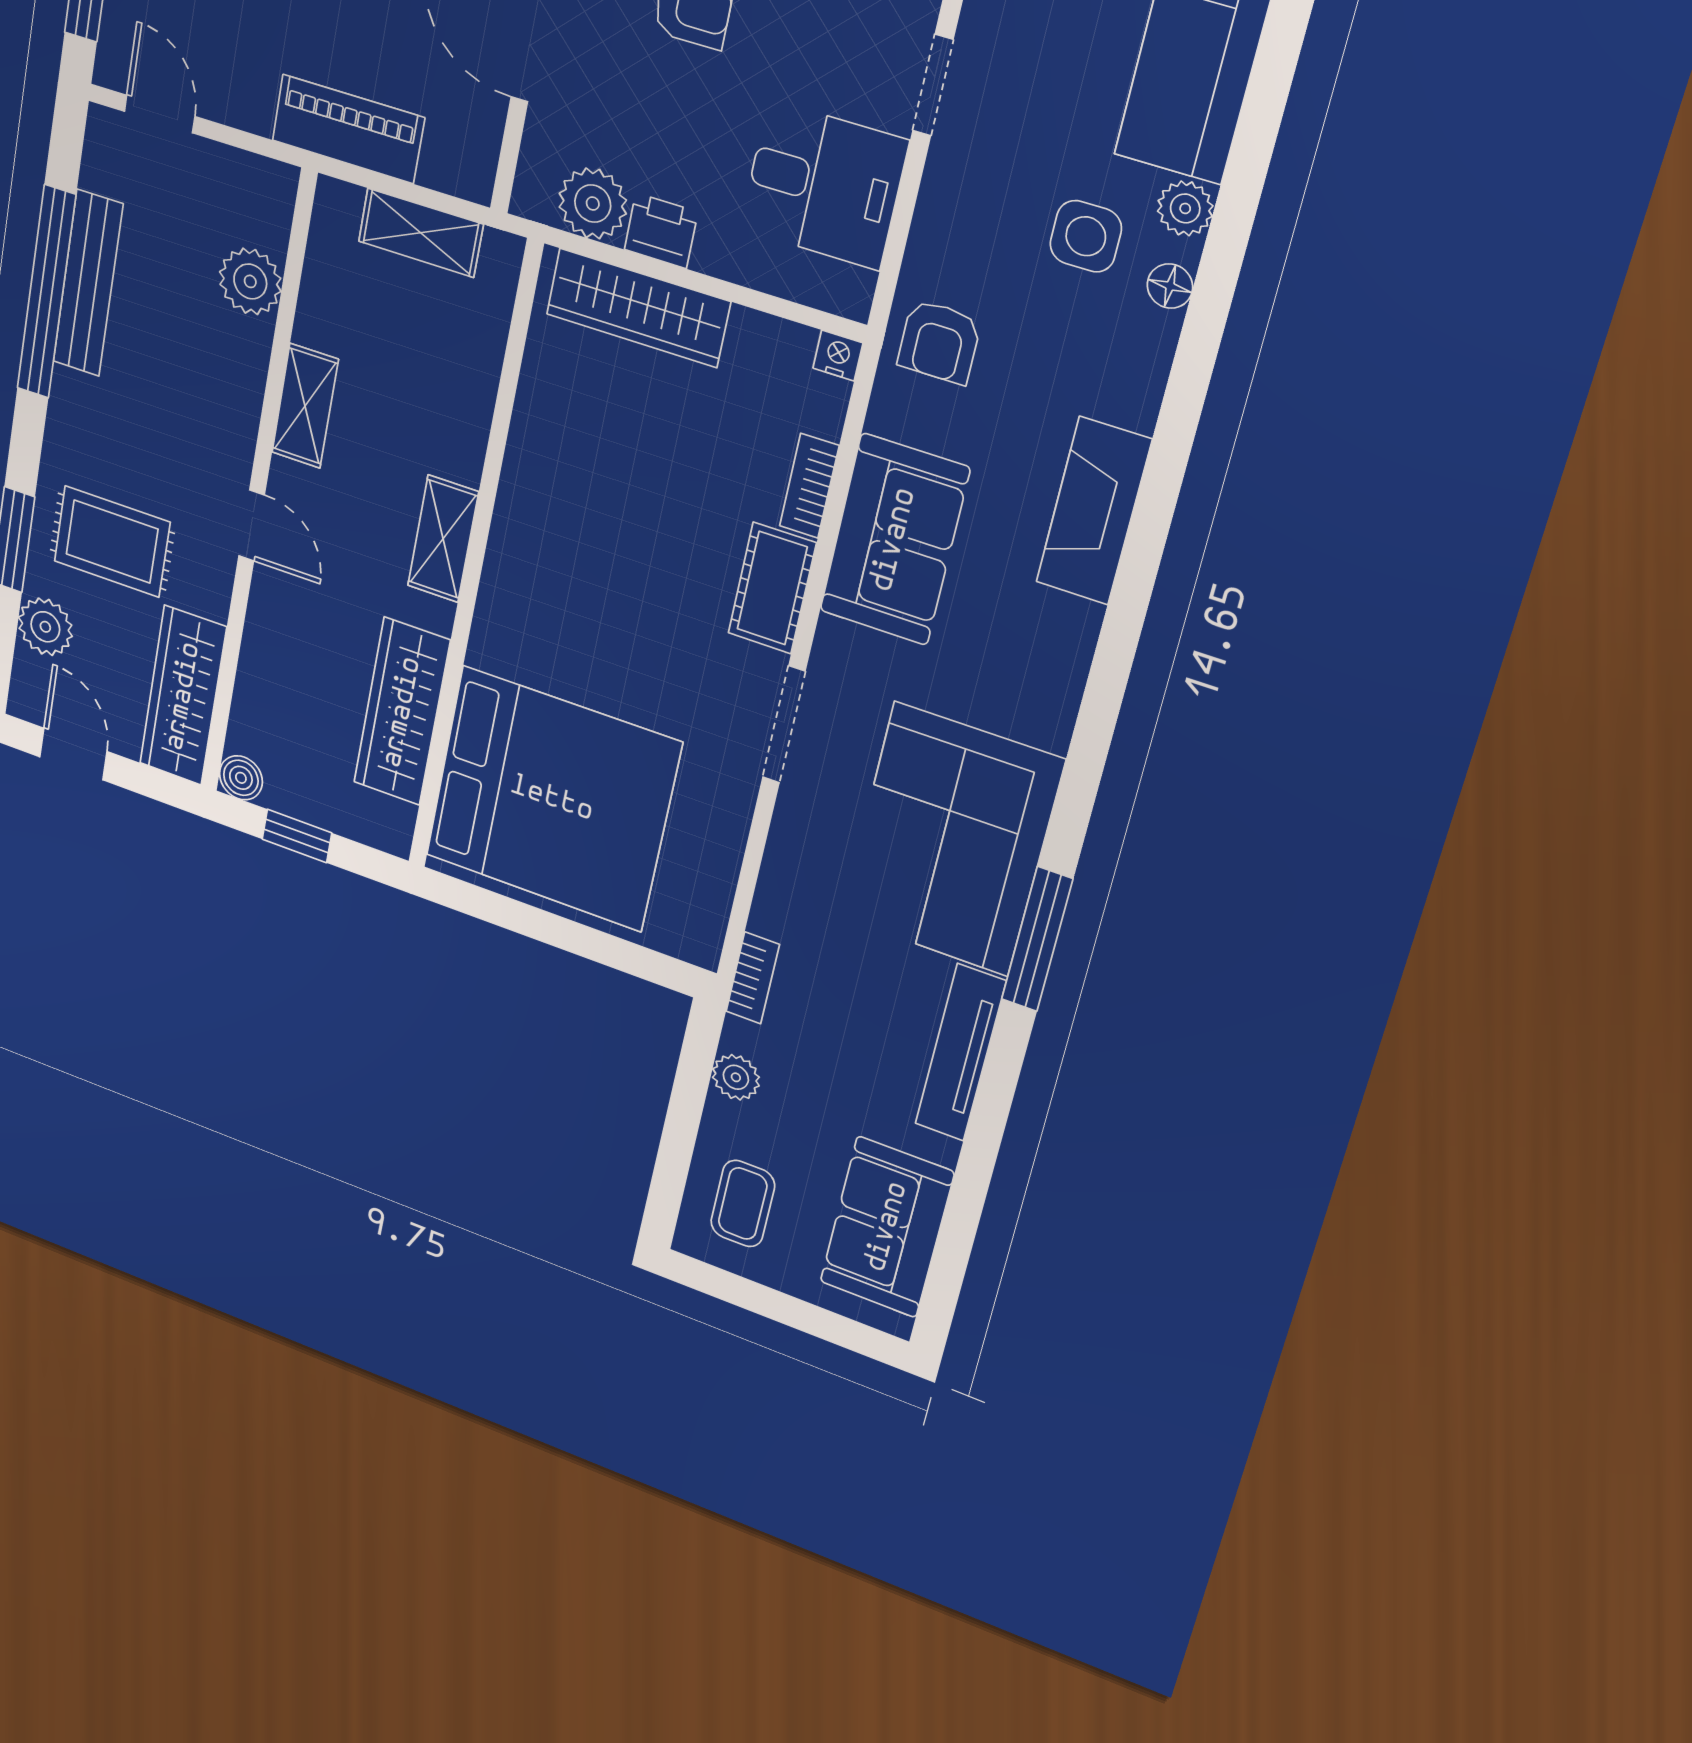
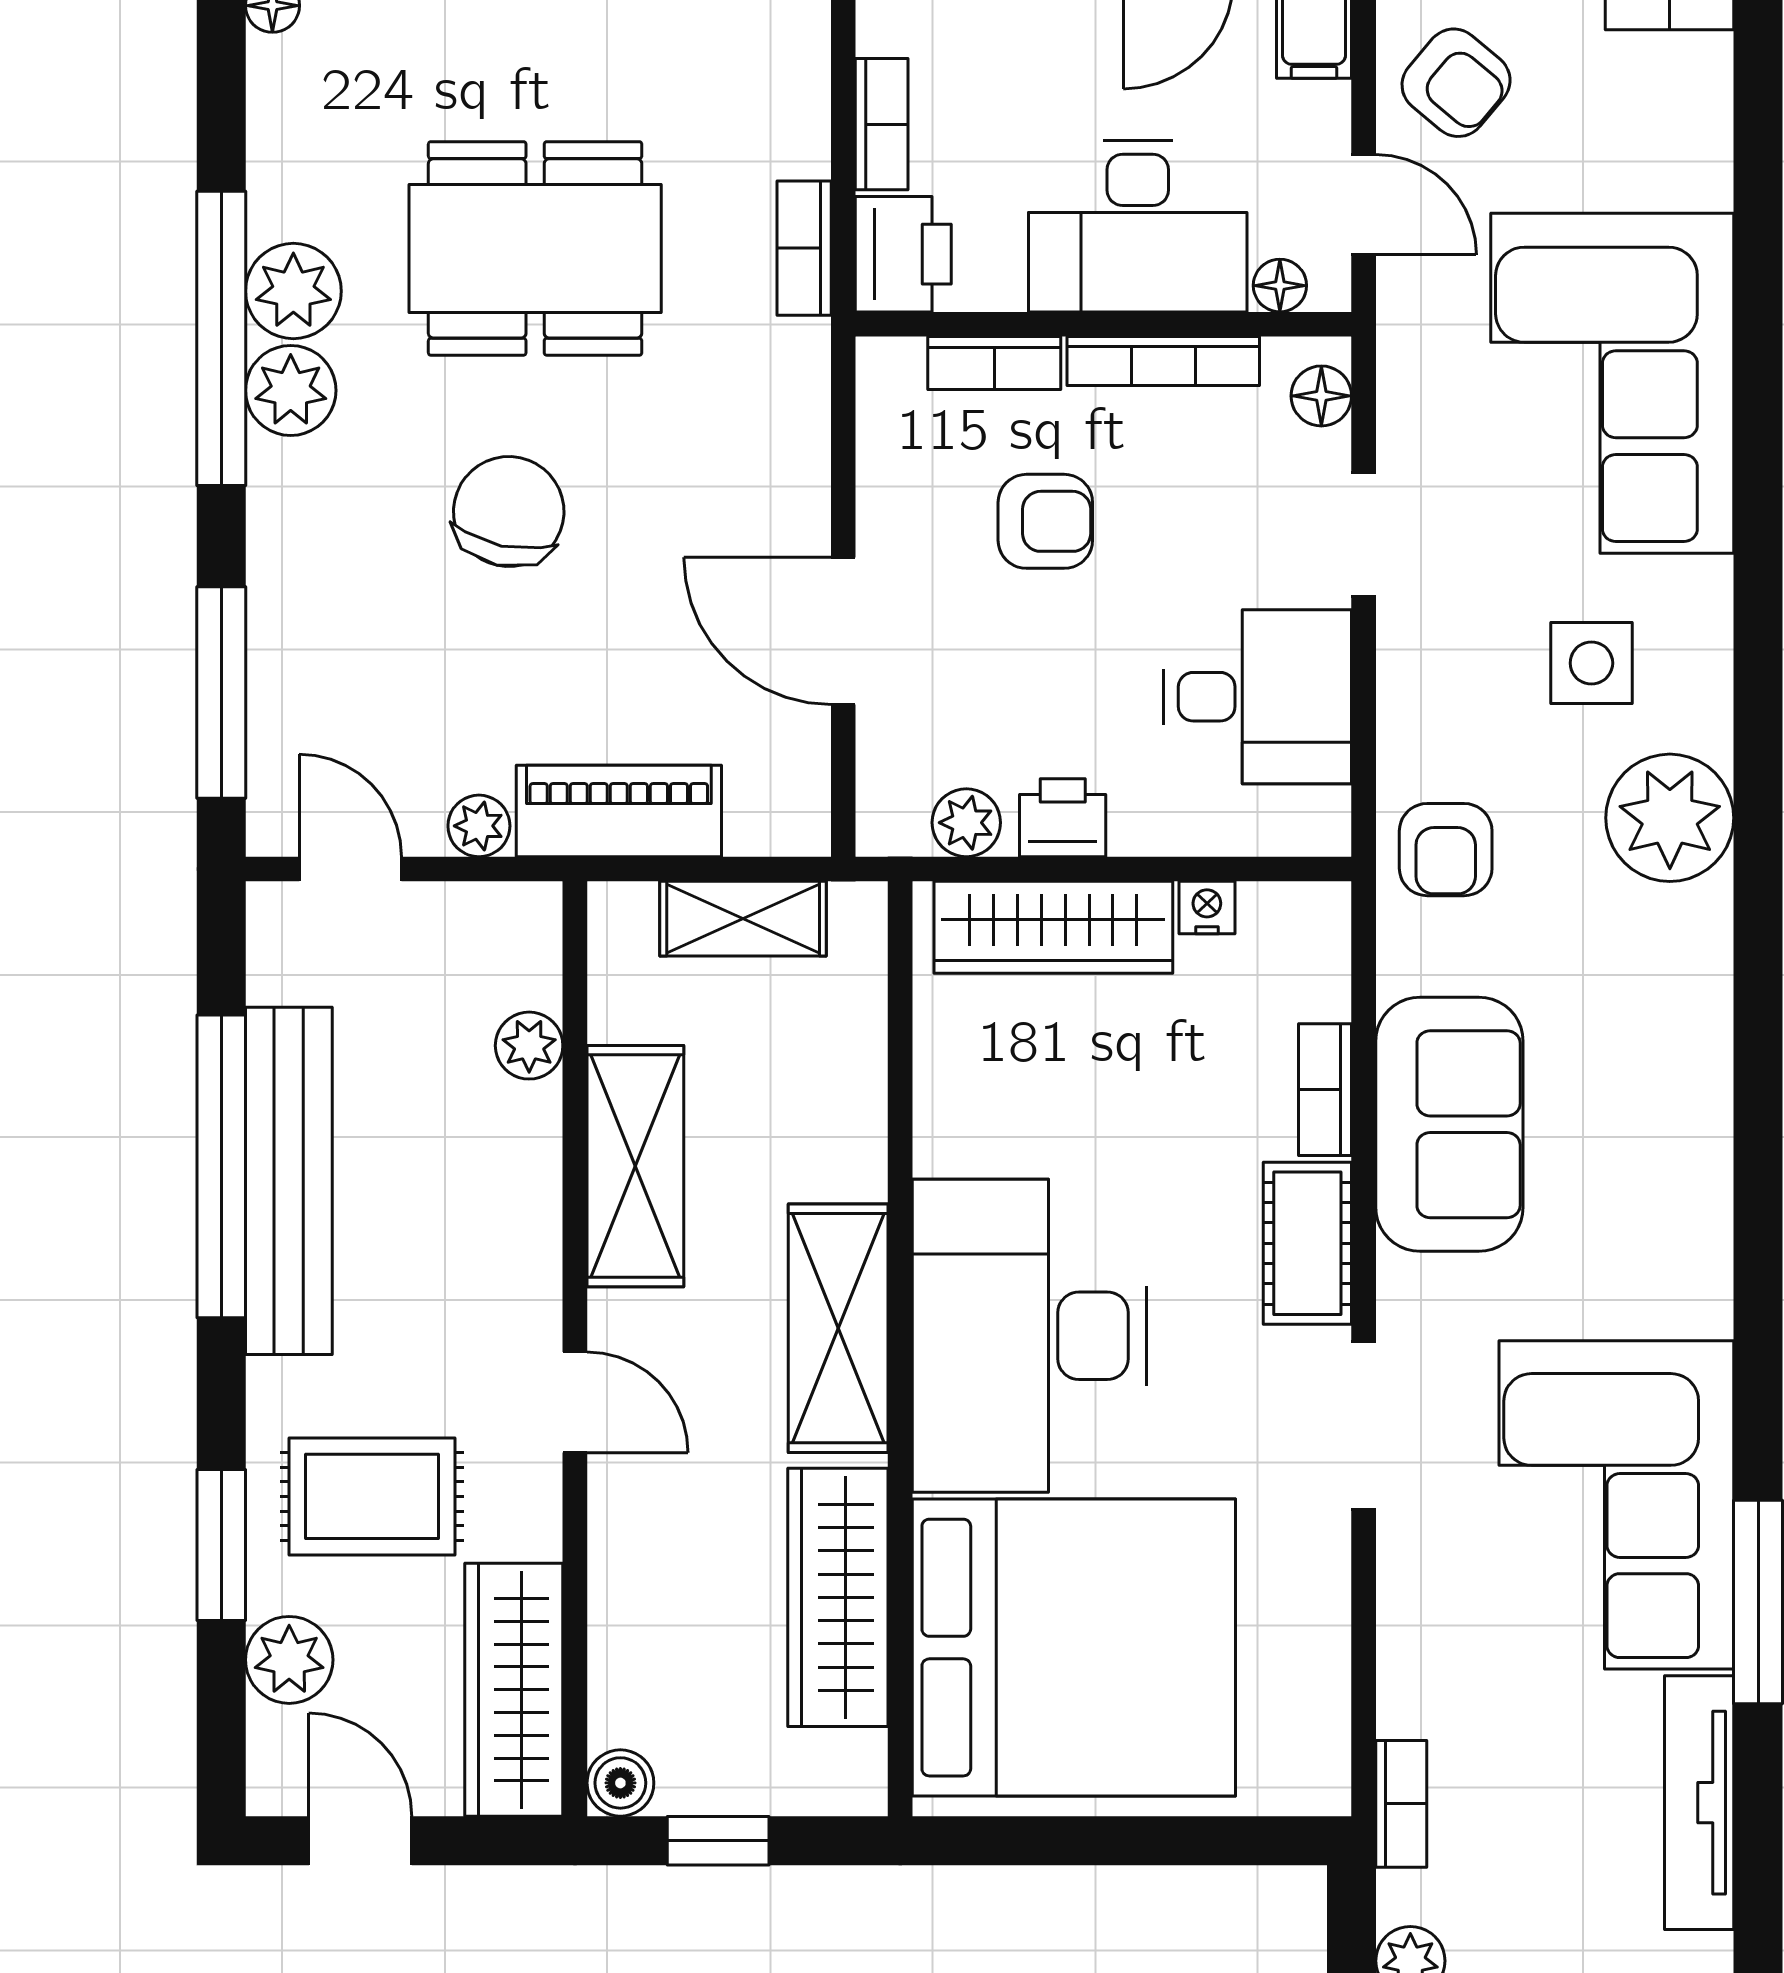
plant: (251, 110) -> (479, 826), added
plant: (593, 204) -> (966, 823), width x0.73, depth x0.73
plant: (1185, 208) -> (1670, 818), moved, width x1.88, depth x1.88
plant: (250, 281) -> (529, 1046), width x0.73, depth x0.73
bench: (88, 283) -> (289, 1181), width x1.37, depth x1.21
floor lamp: (1170, 286) -> (1706, 693), removed
nightstand: (838, 356) -> (1207, 908), moved
shelving: (305, 406) -> (635, 1166), width x1.50, depth x1.33
fireplace: (1094, 511) -> (1686, 1003), removed
shelving: (443, 539) -> (838, 1328), width x1.50, depth x1.33
desk: (564, 585) -> (1030, 1336), added

